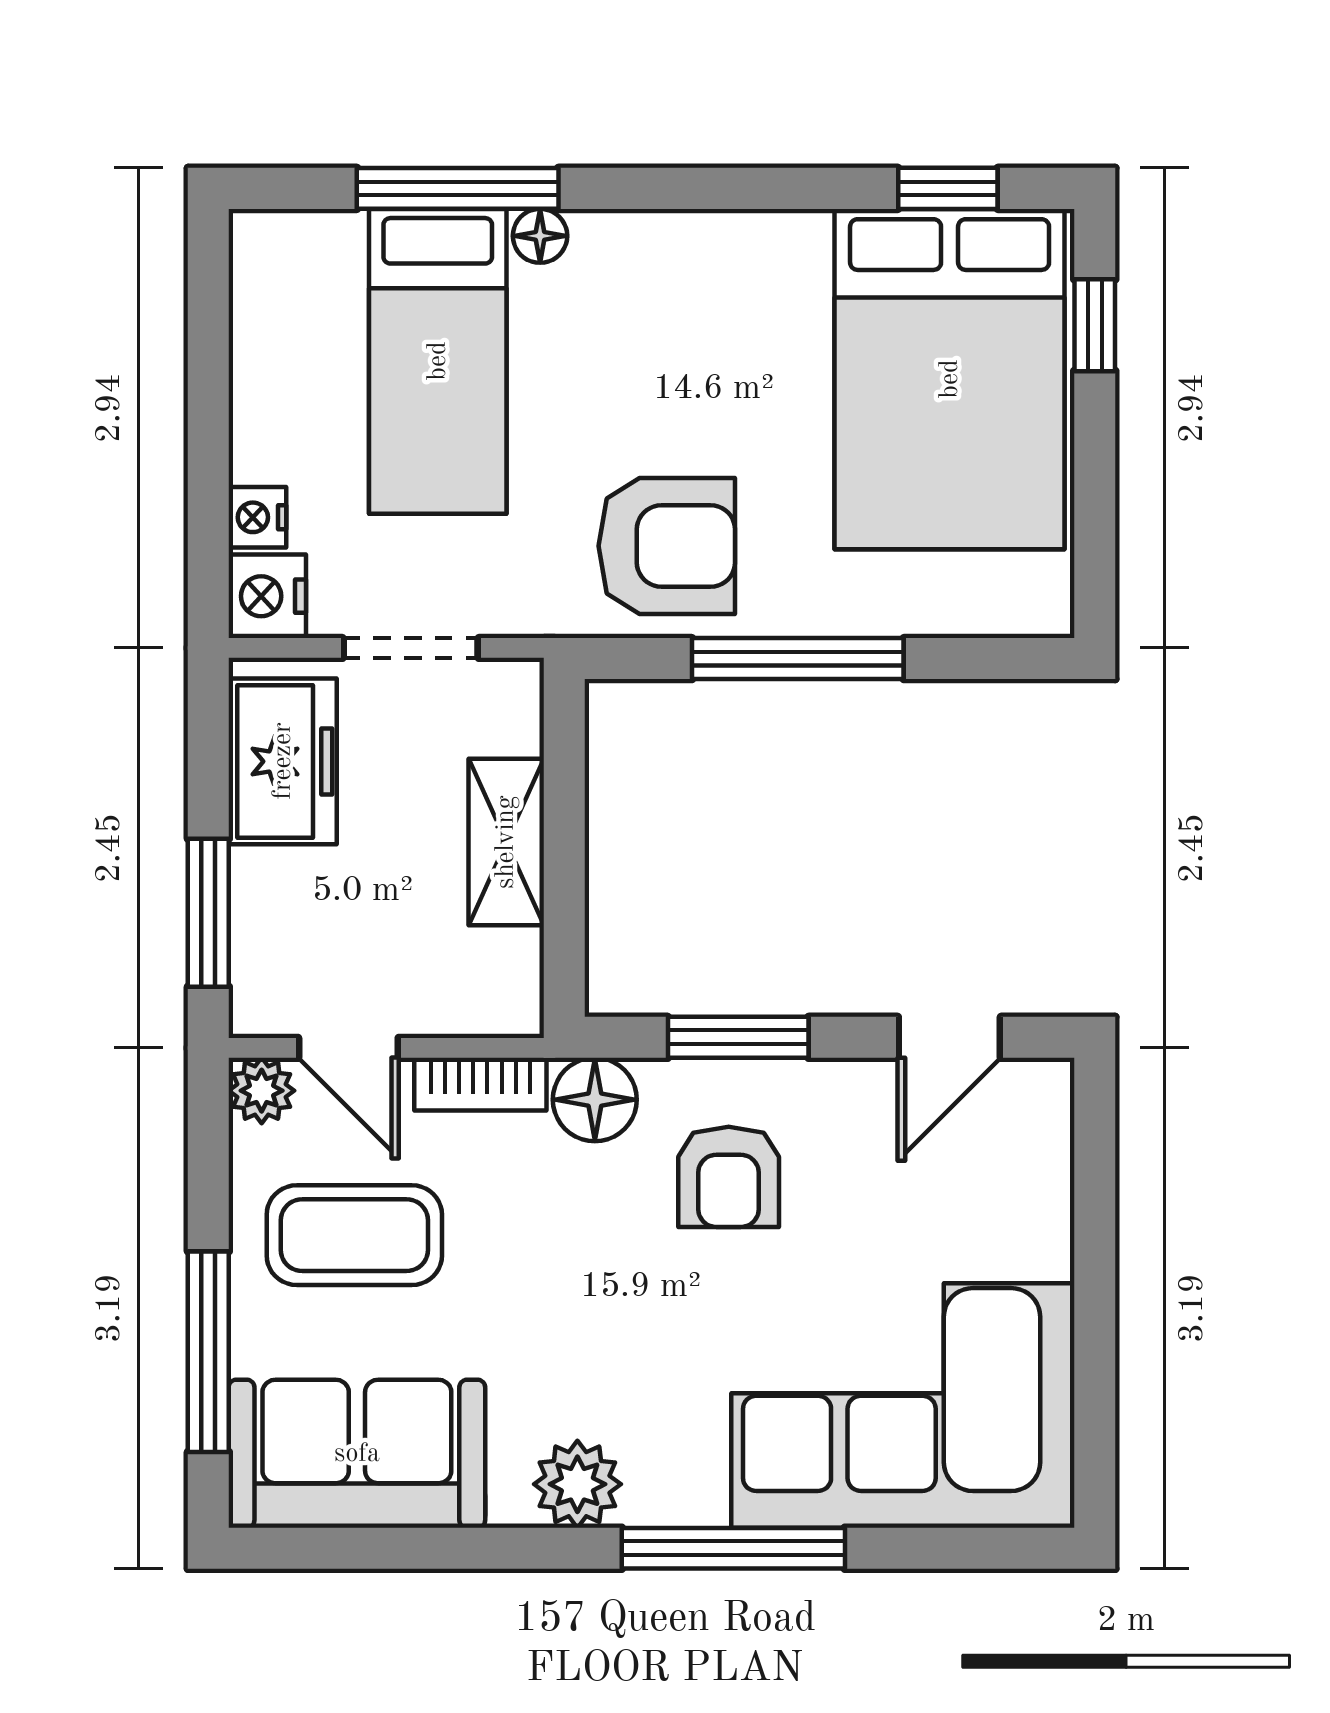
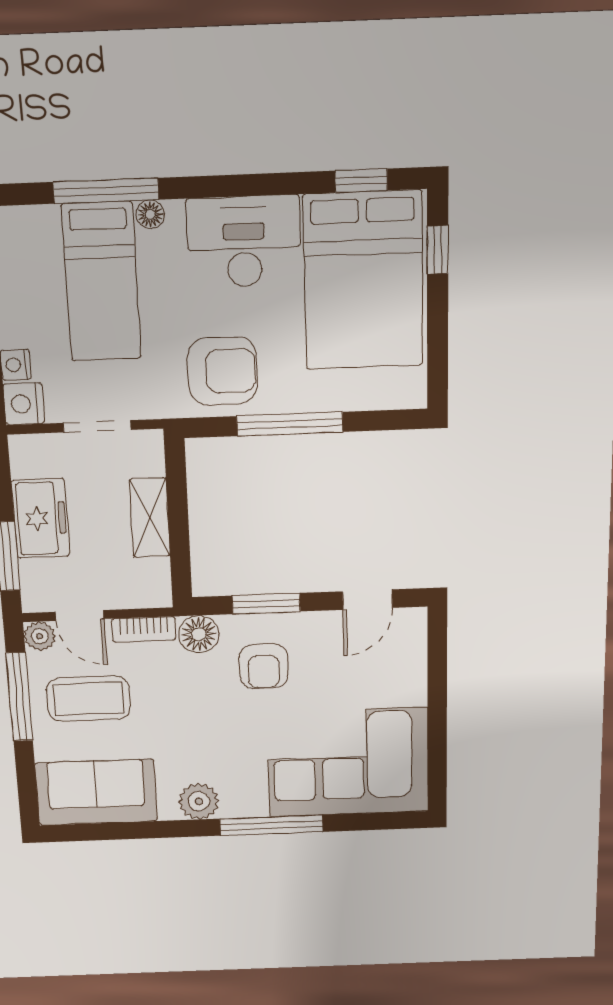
desk: (719, 295) -> (244, 242), added
freezer: (283, 761) -> (40, 518), moved
window: (208, 1352) -> (19, 697), moved

